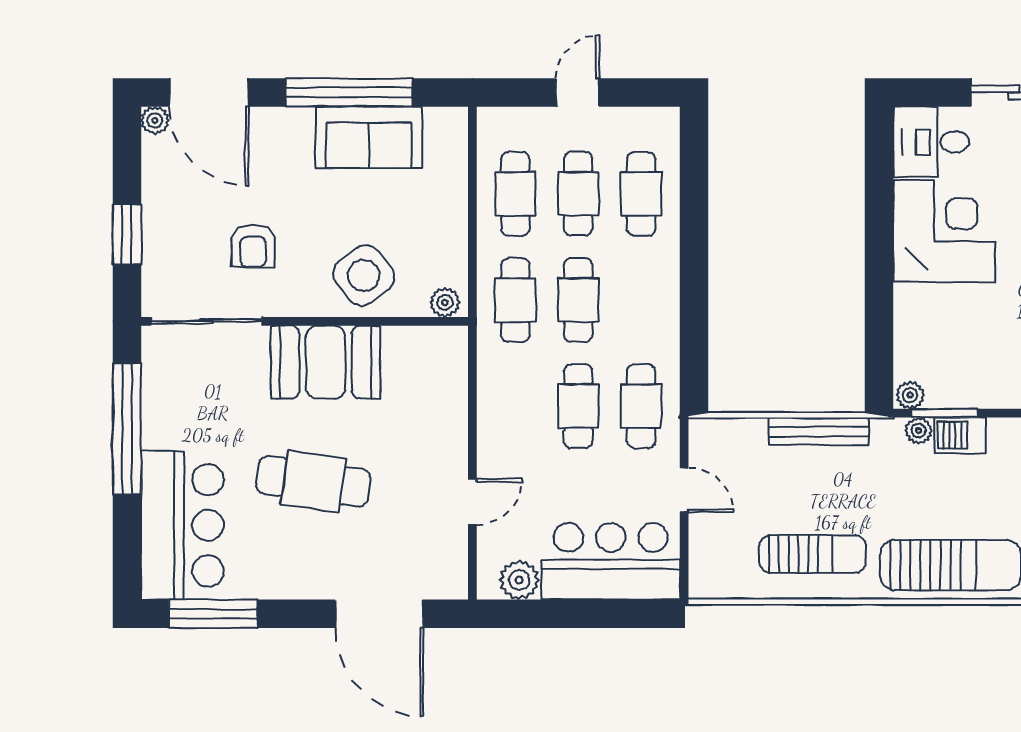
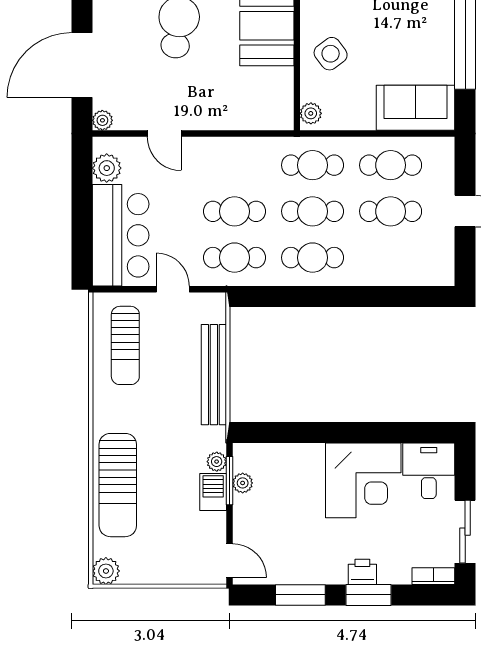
sofa: (369, 137) -> (416, 108), moved, turned 90
cafe table: (641, 194) -> (313, 258), moved
side table: (364, 275) -> (331, 54), width x0.73, depth x0.73
plant: (910, 395) -> (243, 483), moved
bench: (819, 431) -> (214, 375), width x1.37, depth x1.21
door: (684, 490) -> (173, 289), swing flipped
sun lounger: (813, 554) -> (125, 345), moved
plant: (454, 586) -> (102, 120), added

